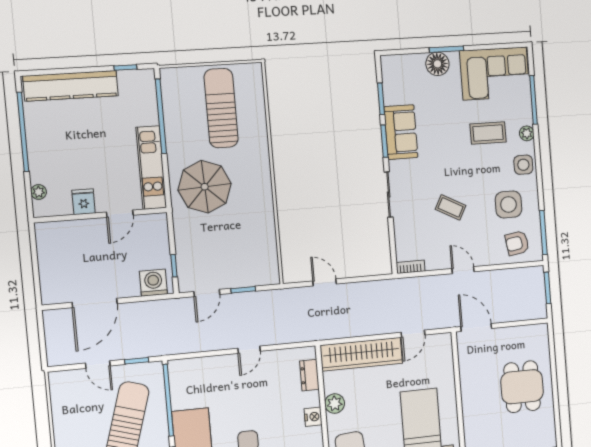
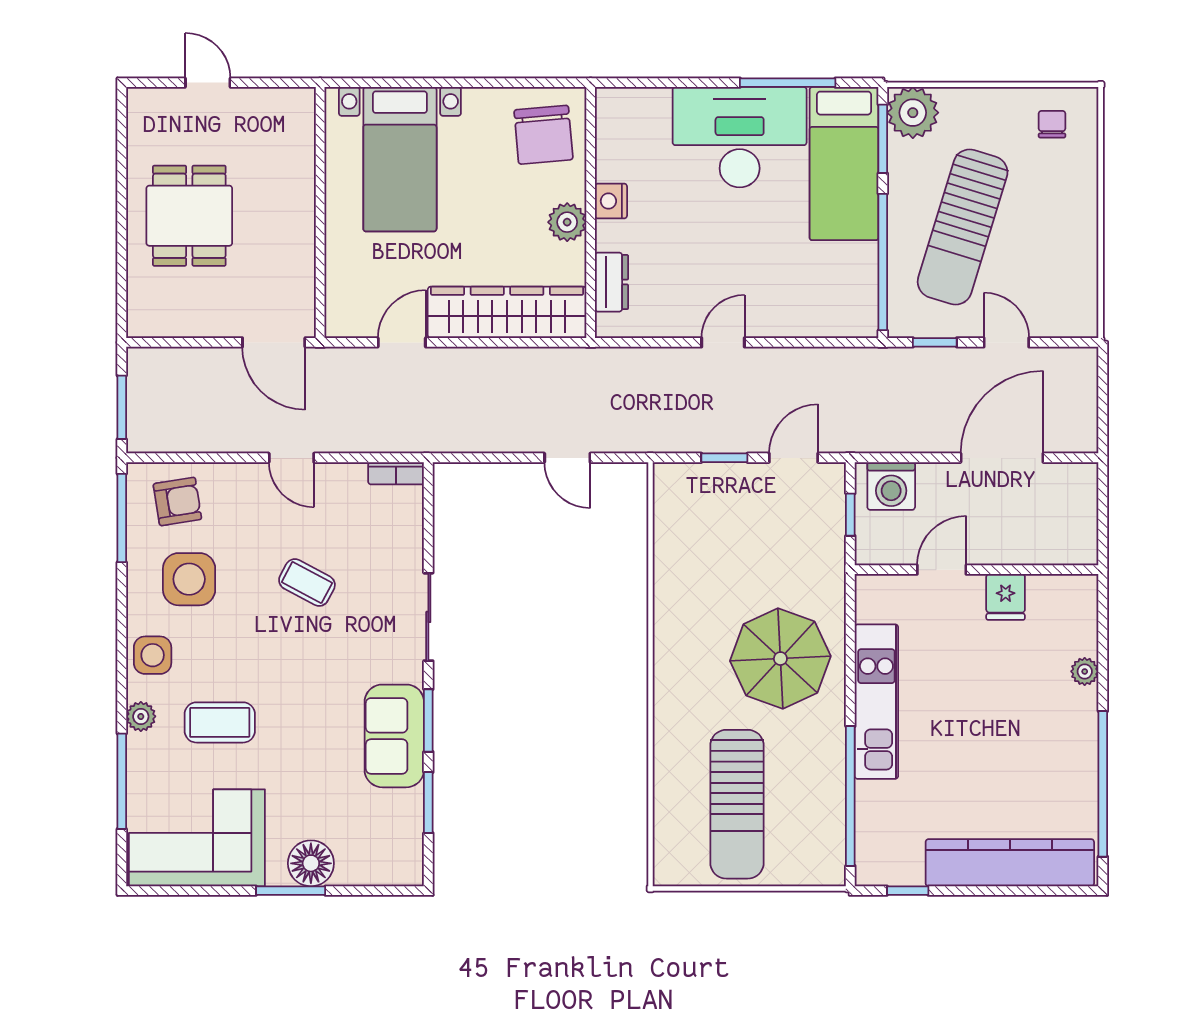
fridge: (84, 202) -> (1006, 597), moved
door: (120, 214) -> (942, 570), moved
wall: (101, 215) -> (977, 570), moved

